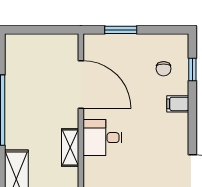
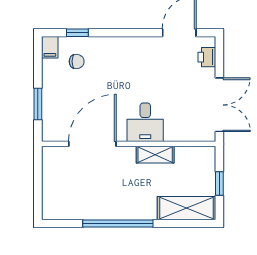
filing cabinet: (178, 104) -> (50, 47), moved

